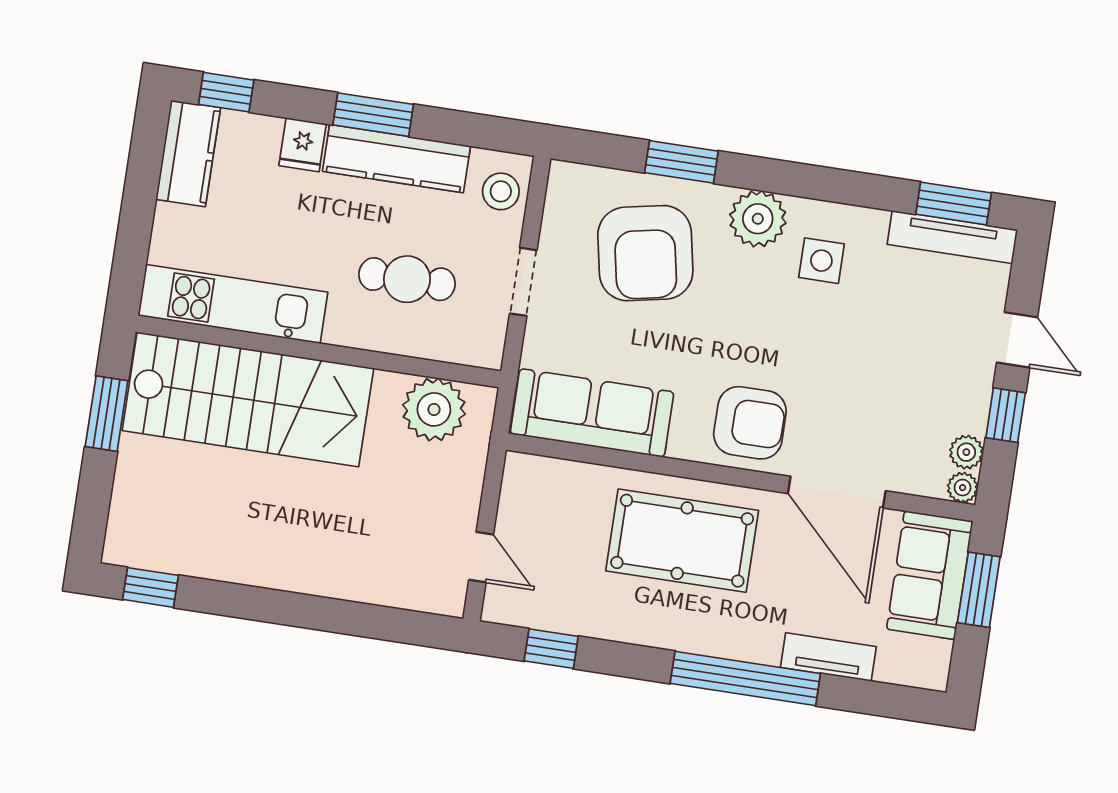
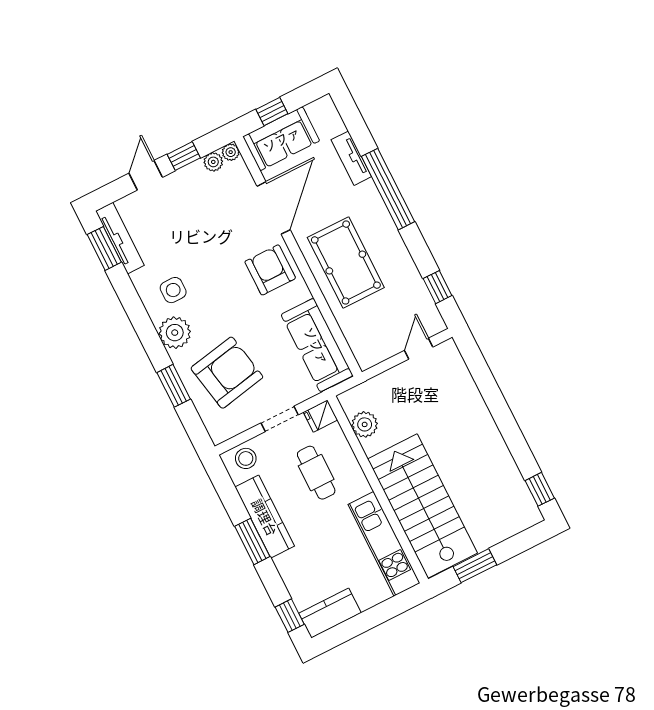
fridge: (303, 145) -> (320, 416), moved, turned 180
plant: (434, 409) -> (365, 424), width x0.73, depth x0.73
window: (979, 590) -> (272, 112), width x0.67

